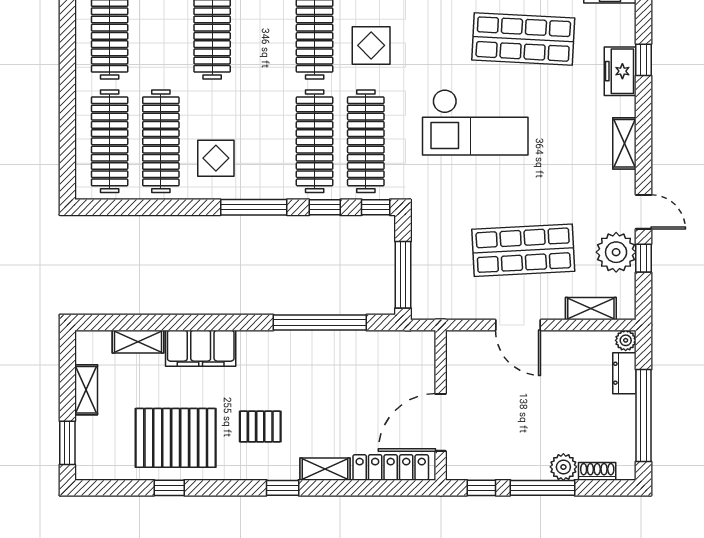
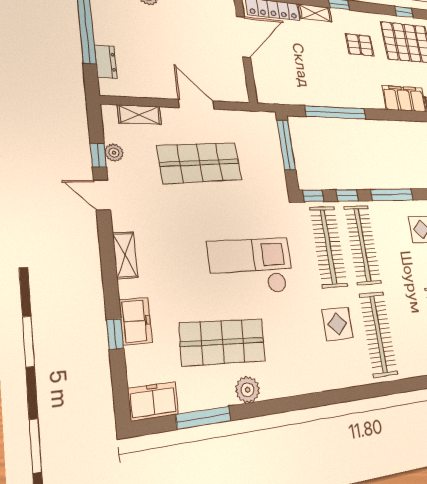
plant: (616, 252) -> (114, 153), width x0.53, depth x0.53
plant: (626, 340) -> (107, 88), removed

